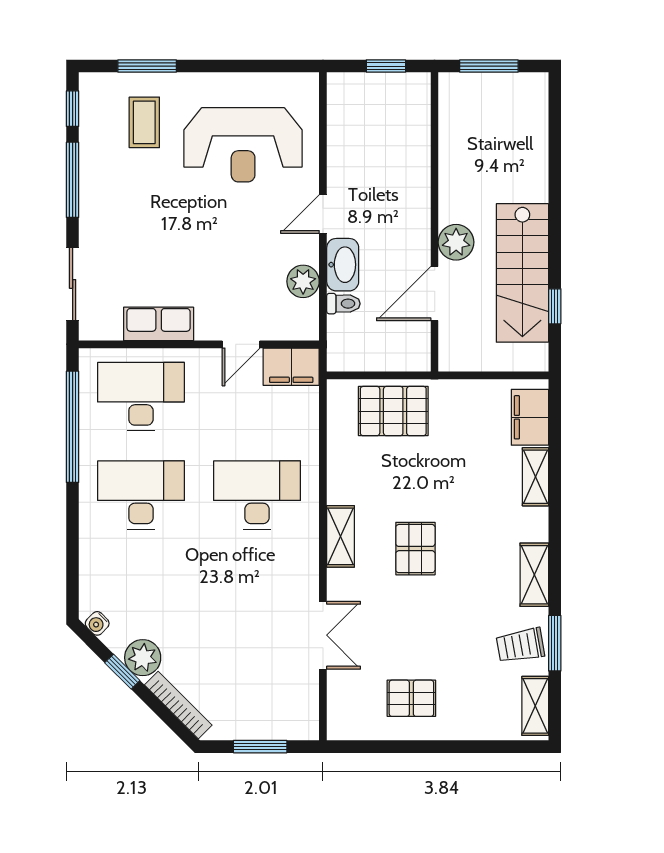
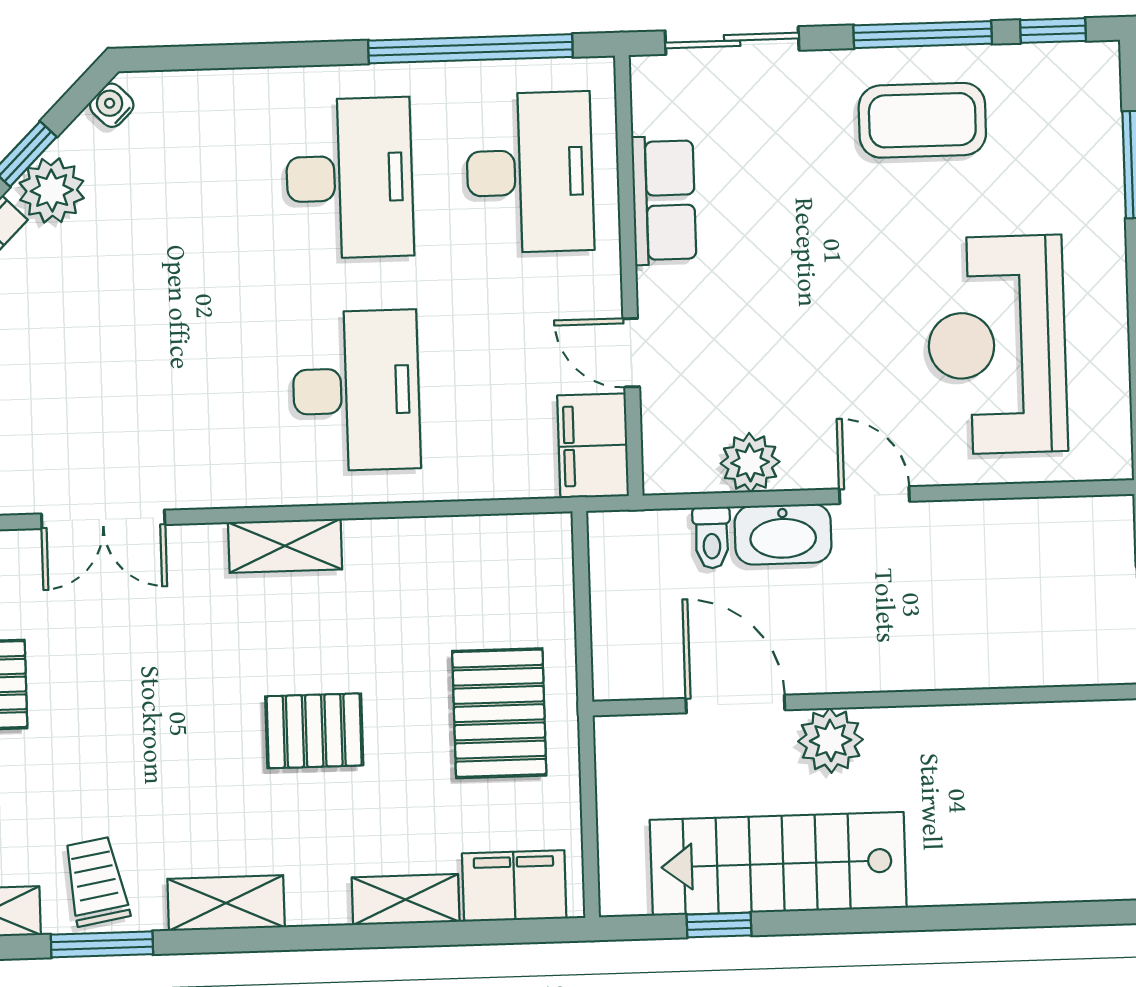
coffee table: (144, 122) -> (922, 120), moved, width x1.36, depth x1.30
pallet: (393, 411) -> (499, 713), moved
pallet: (415, 549) -> (314, 731), moved

